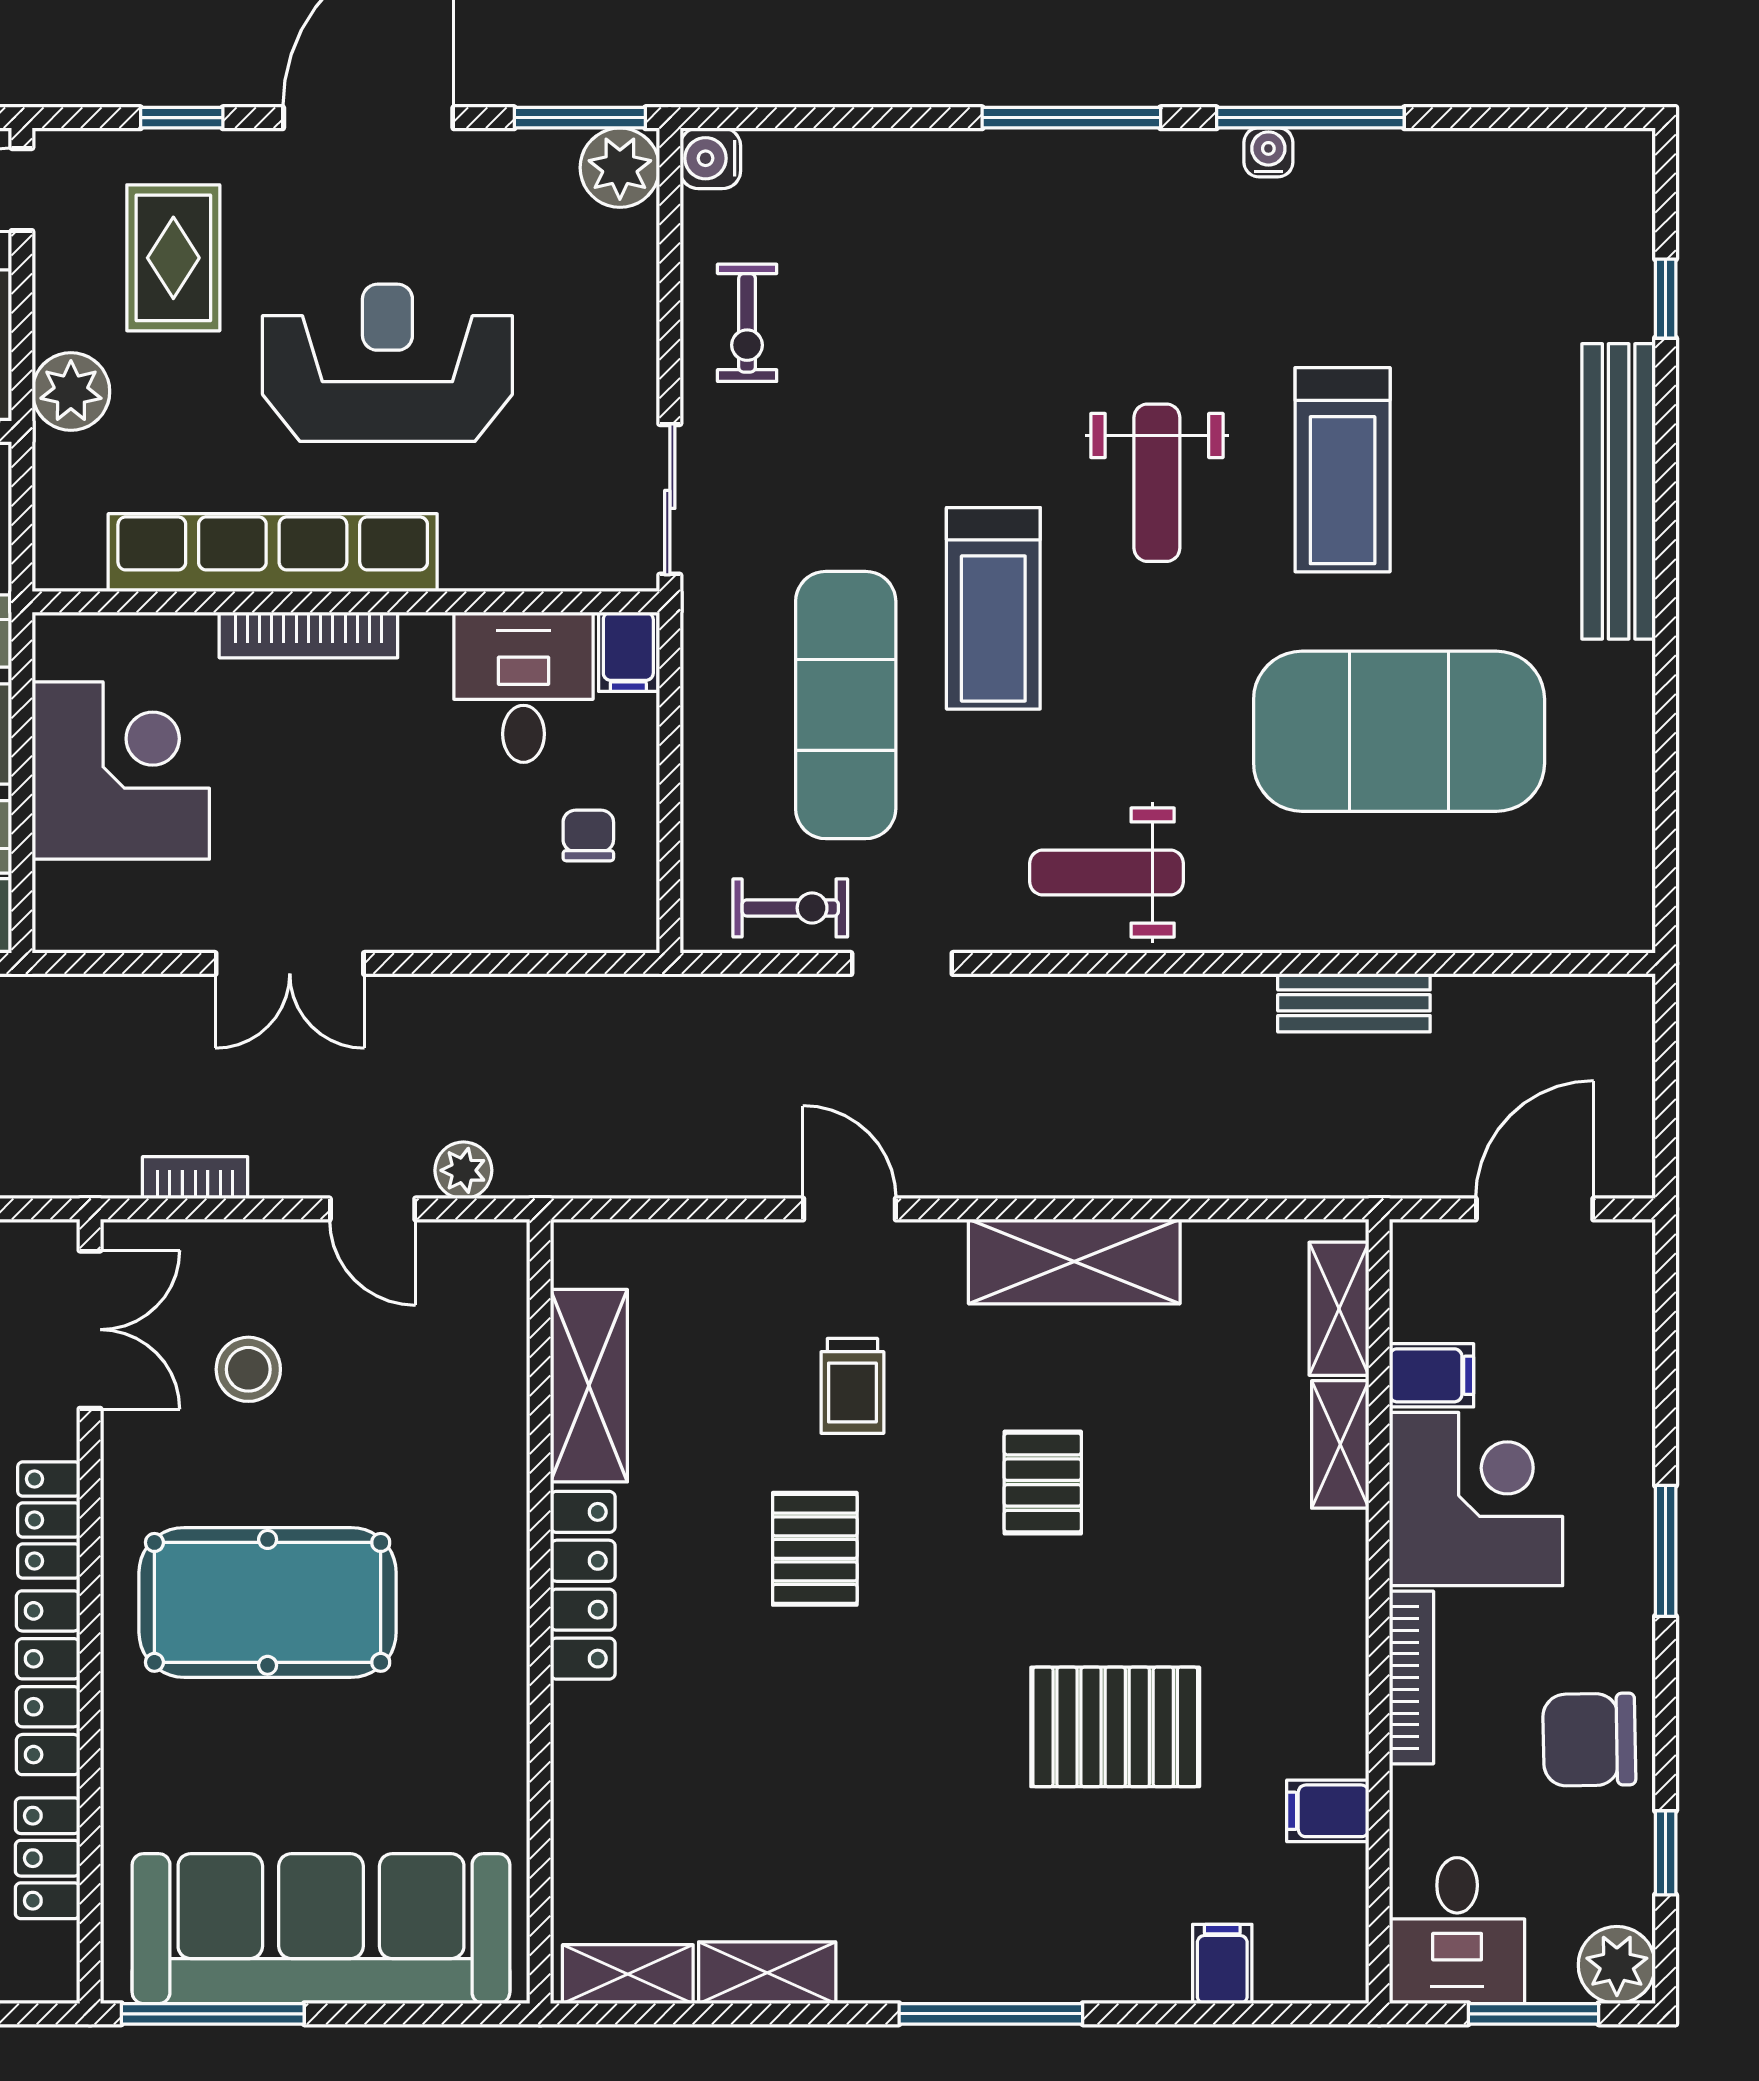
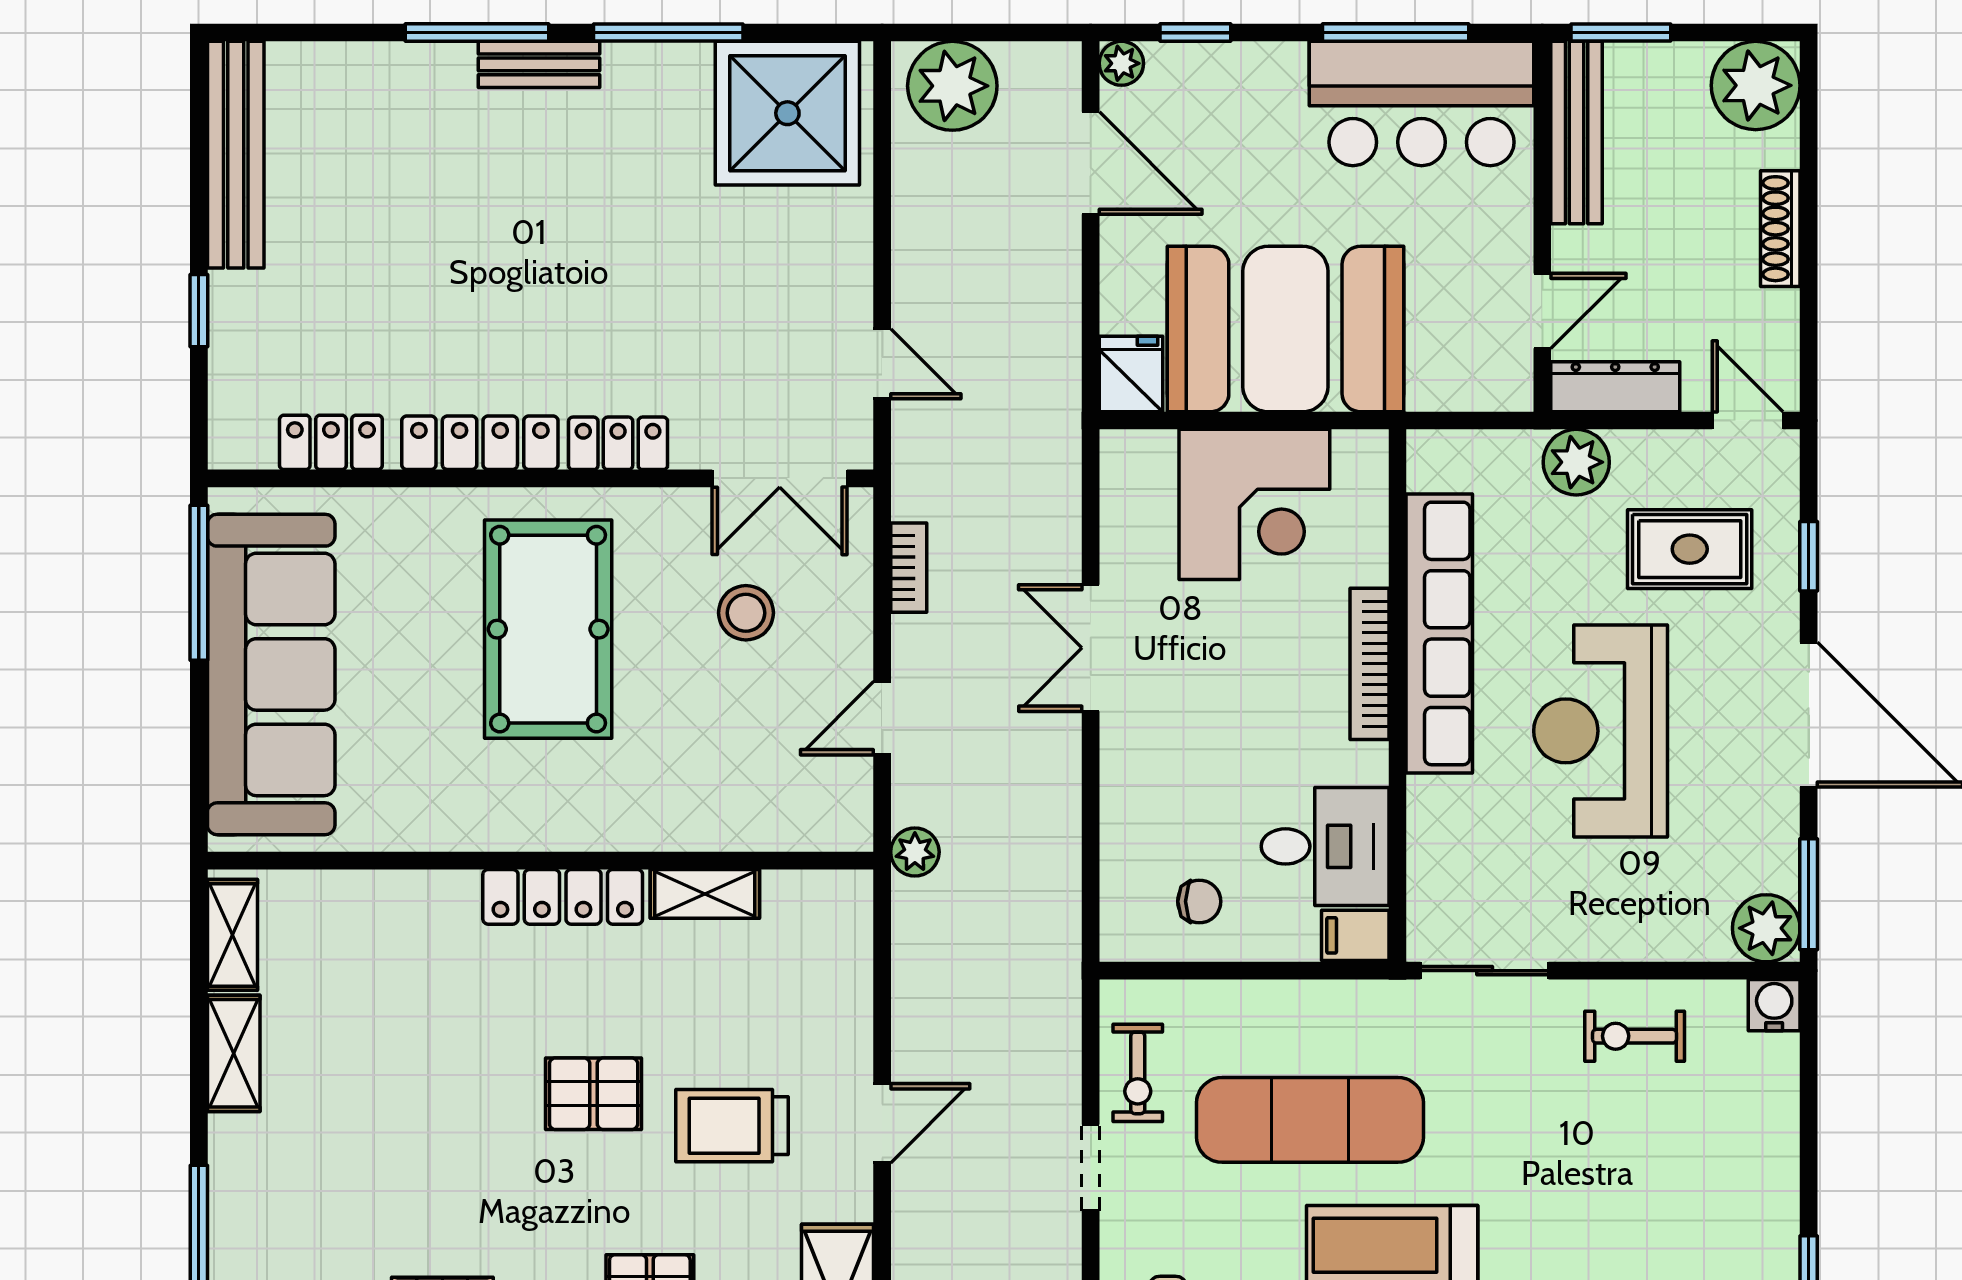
reception desk: (387, 363) -> (1601, 731), turned 180
plant: (463, 1170) -> (915, 852), moved
shelving: (589, 1386) -> (705, 894), width x0.67, depth x0.75
trolley: (852, 1386) -> (732, 1126), width x1.36, depth x1.39

